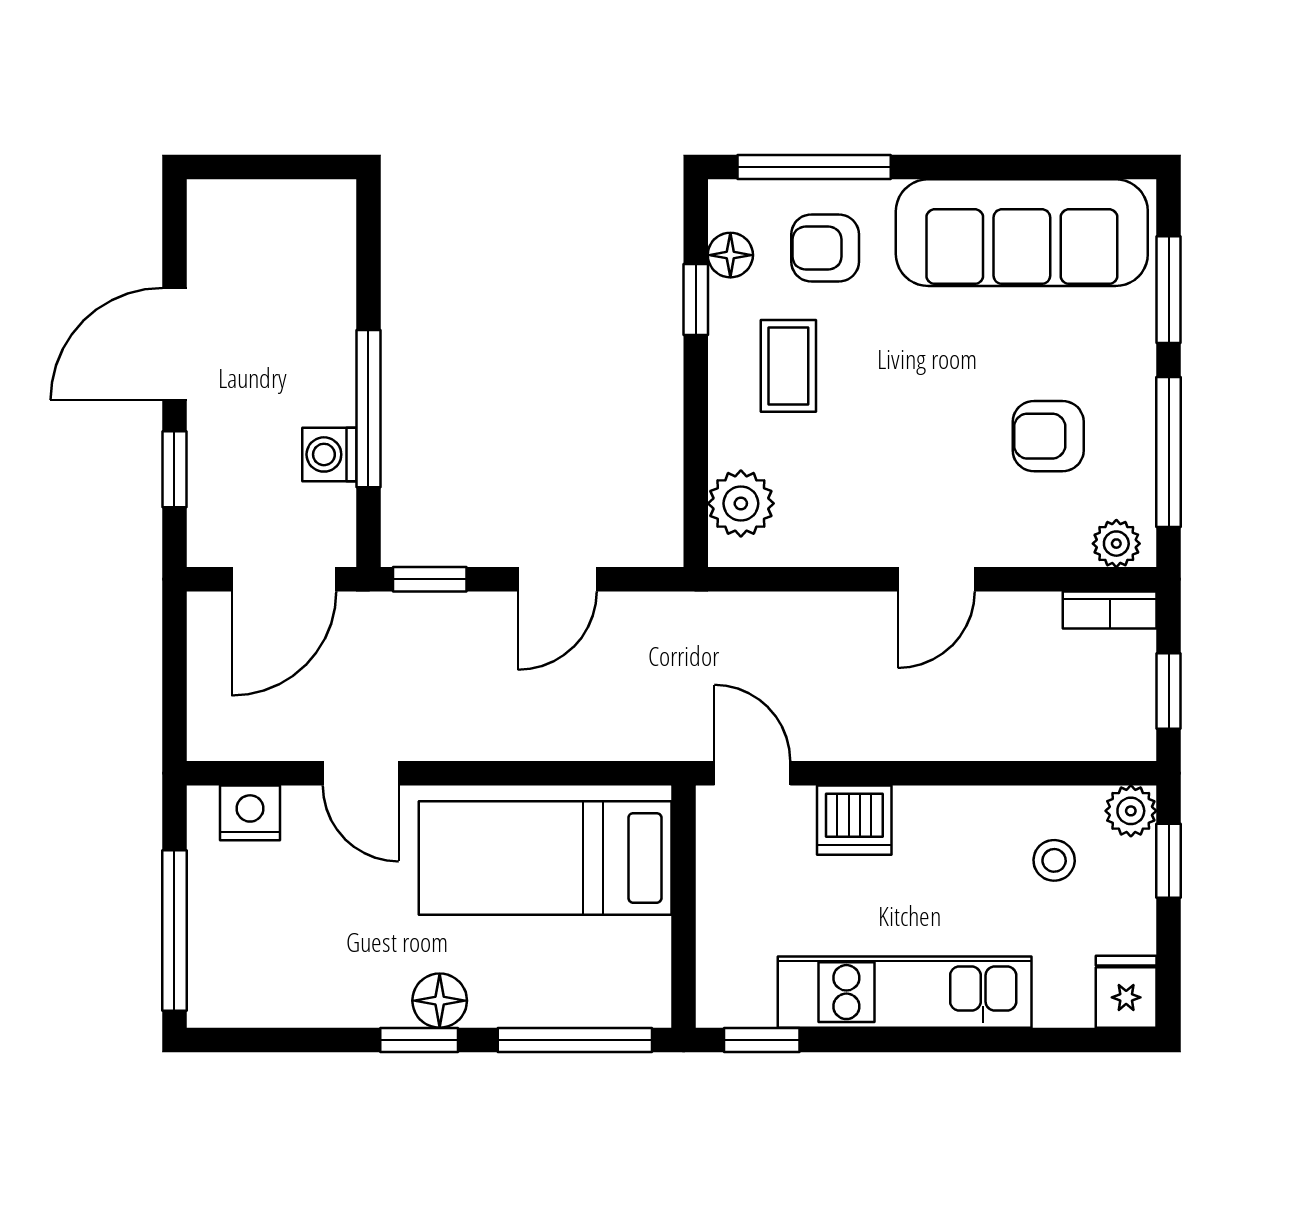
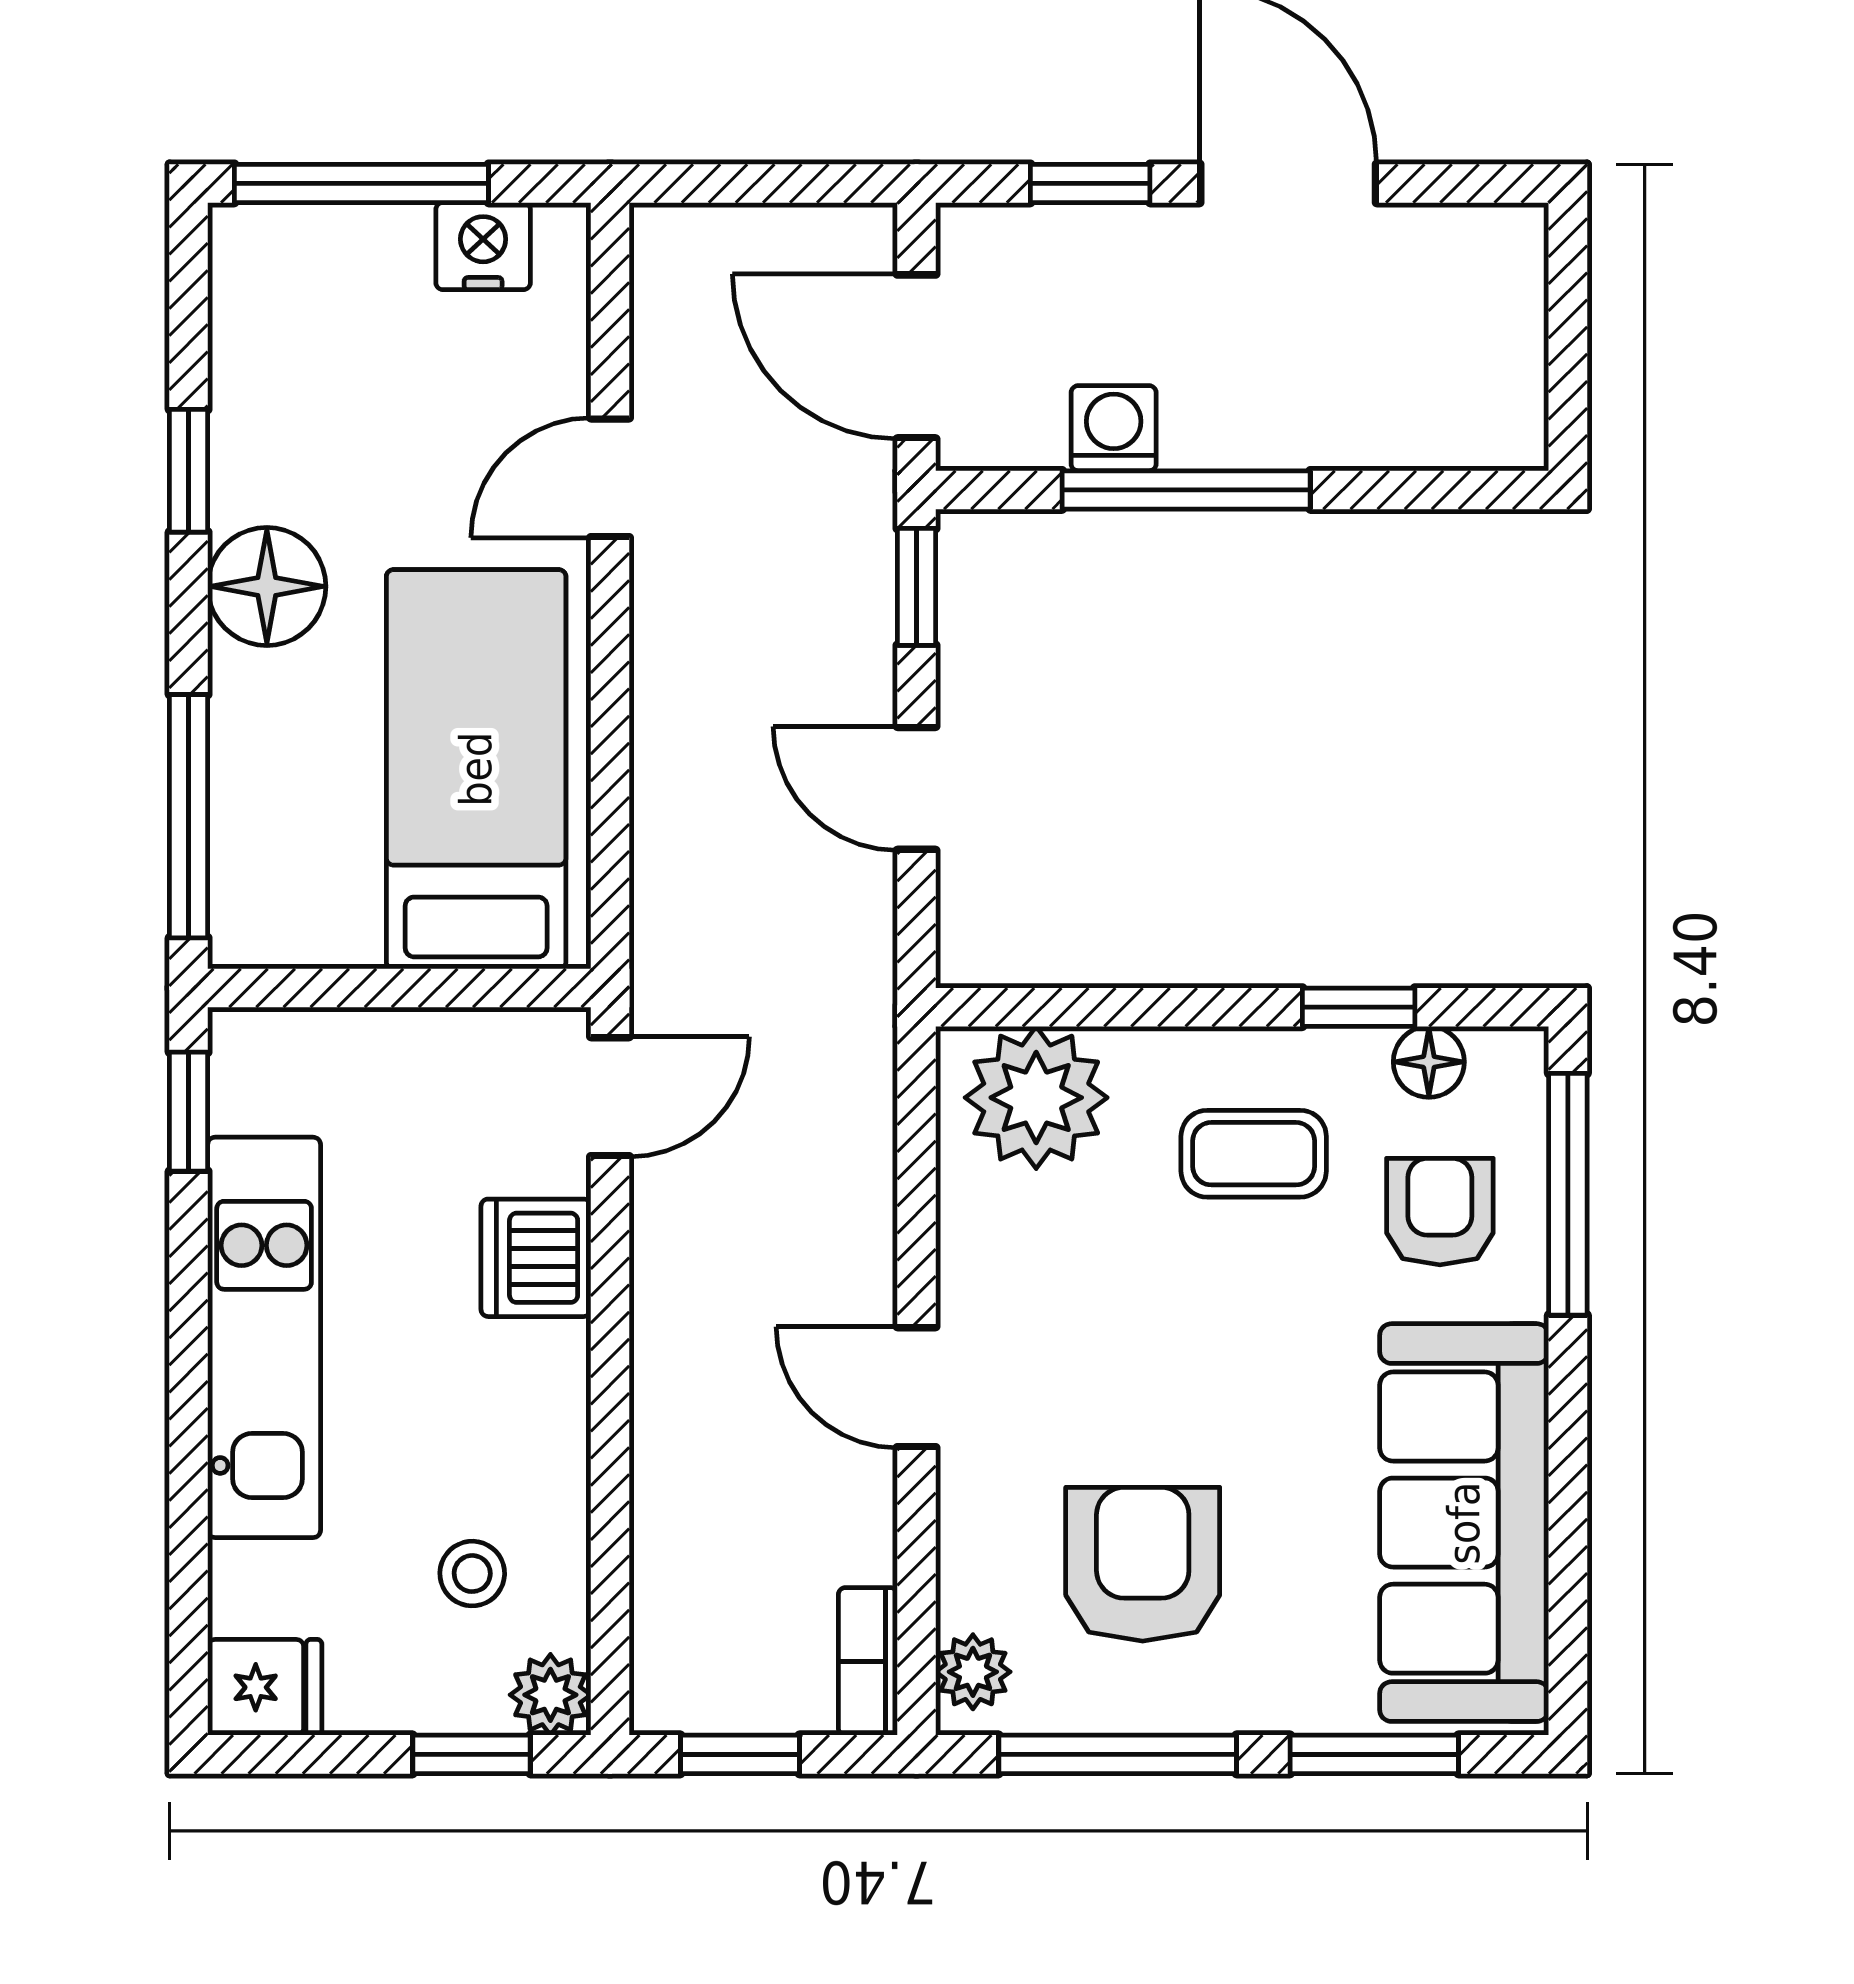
armchair: (1048, 436) -> (1143, 1564), width x1.38, depth x1.38
plant: (741, 503) -> (1036, 1098), width x1.36, depth x1.36
nightstand: (250, 813) -> (483, 246), moved, turned -90
floor lamp: (440, 1001) -> (267, 586), width x1.38, depth x1.38
window: (419, 1040) -> (189, 471), moved

